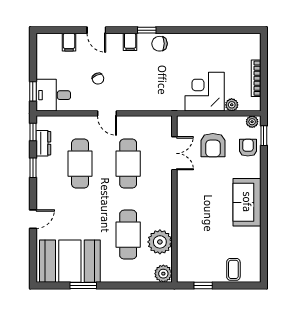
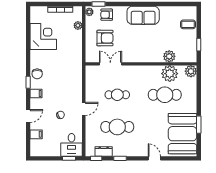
corner desk: (205, 92) -> (43, 37), moved, turned 180
cafe table: (128, 164) -> (117, 95), width x0.73, depth x0.74
plant: (186, 241) -> (169, 56), added

